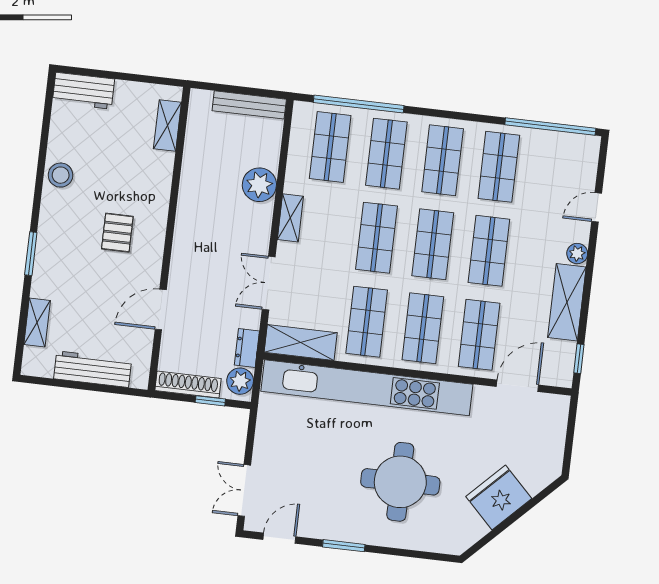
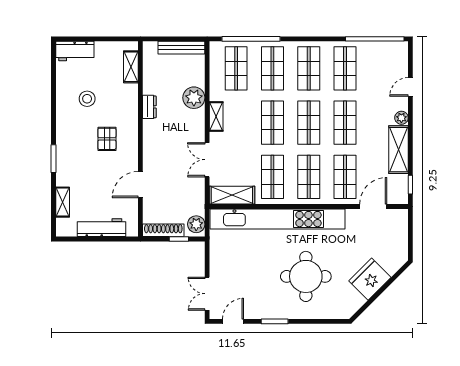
stool: (61, 175) -> (87, 99), moved
dresser: (247, 348) -> (149, 107), moved, turned 180

